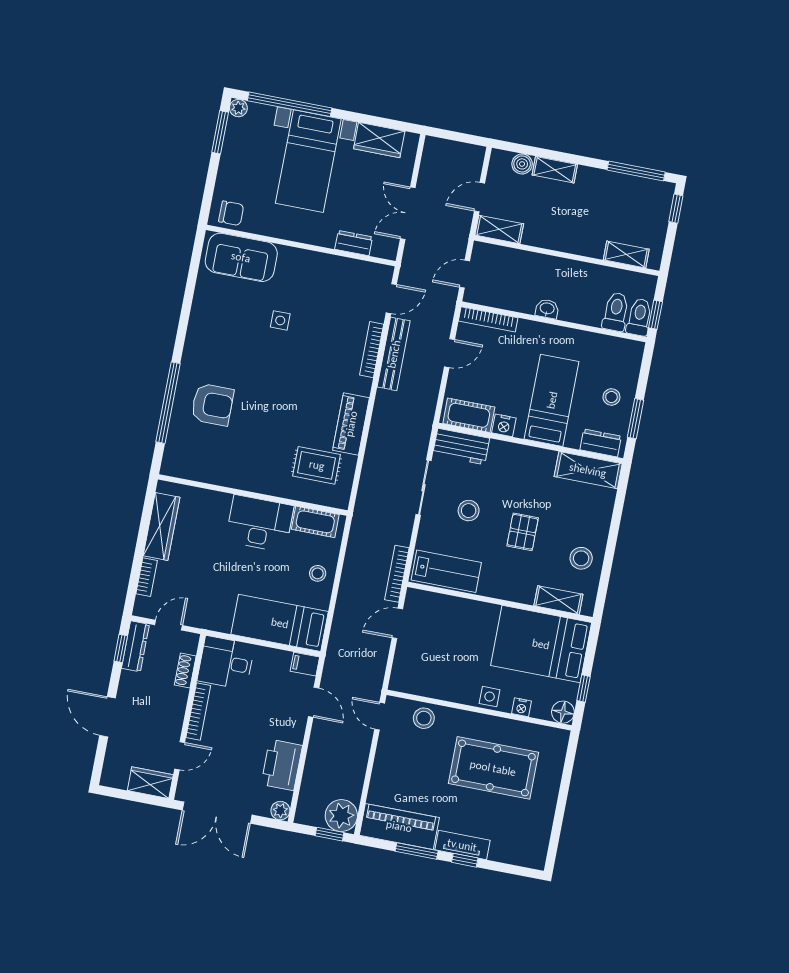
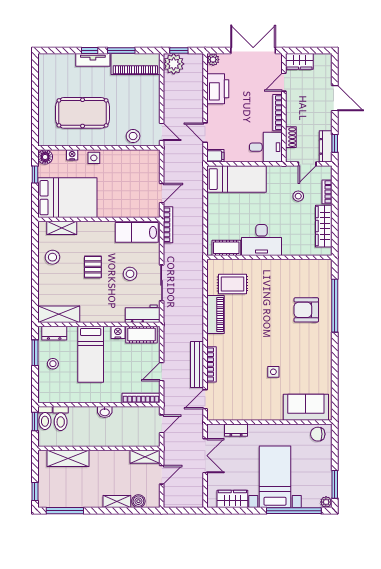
shelving: (626, 254) -> (68, 458), width x1.50, depth x1.33
stool: (318, 573) -> (298, 196), moved

